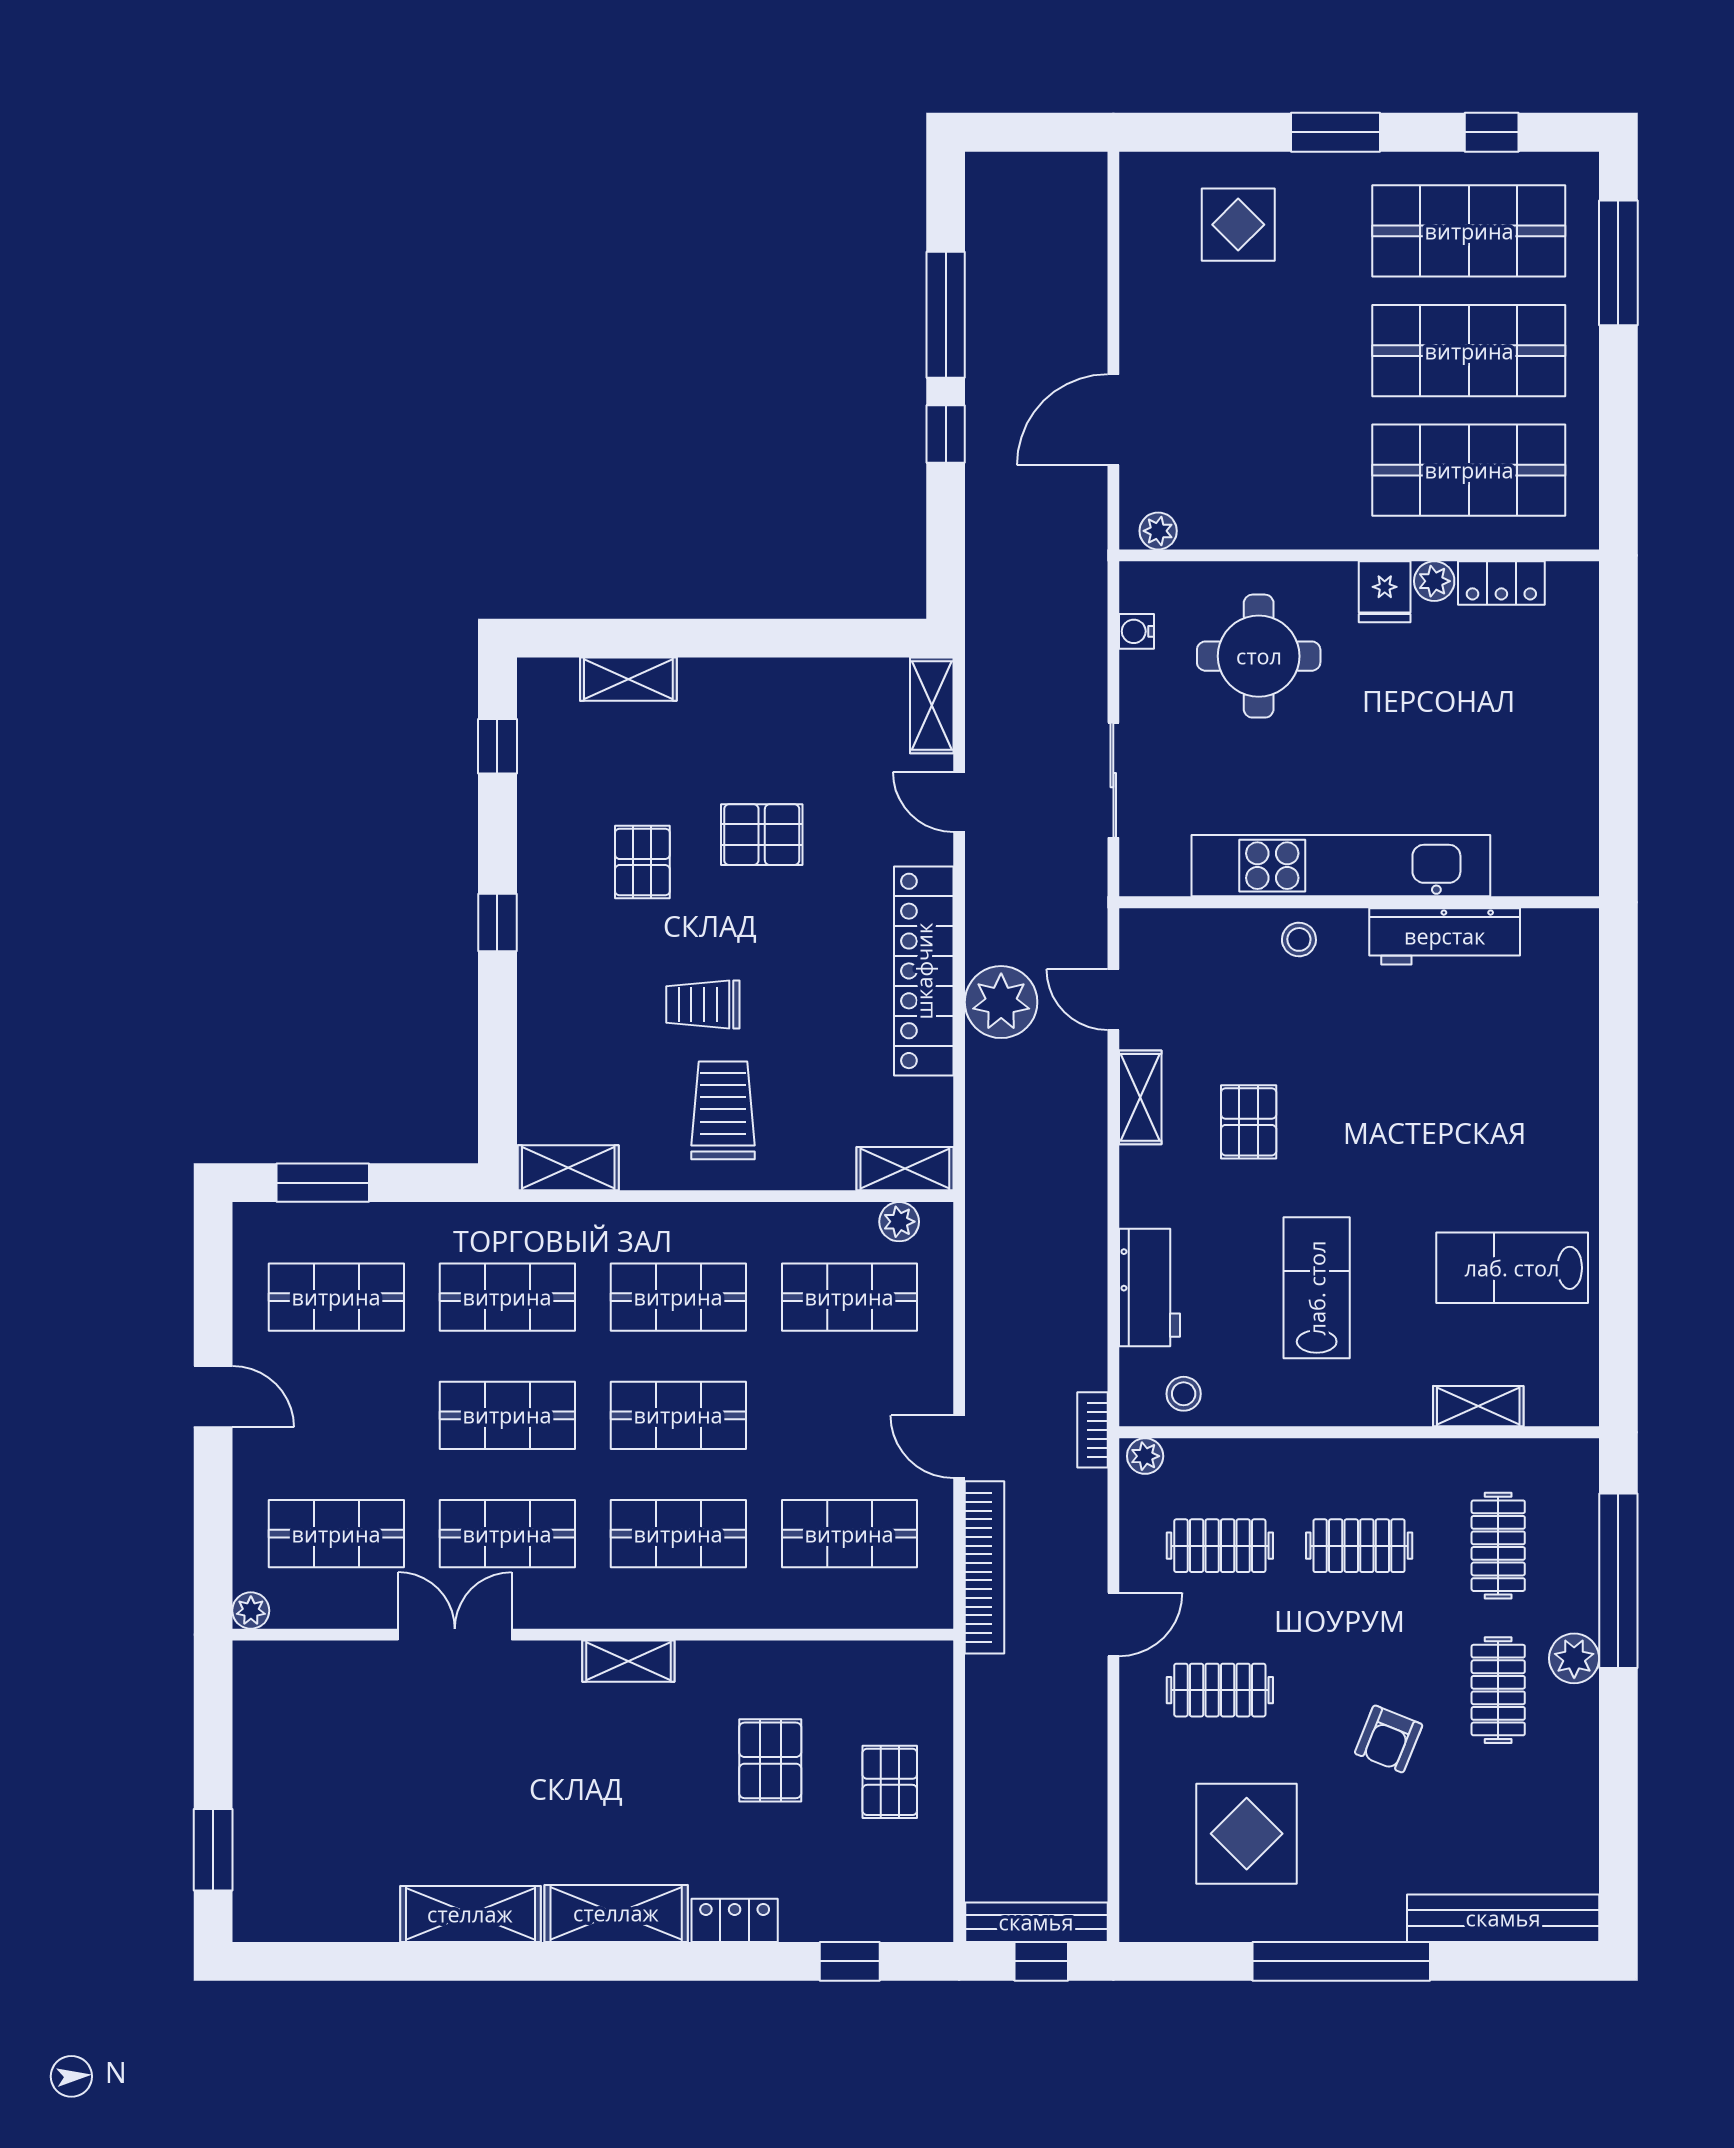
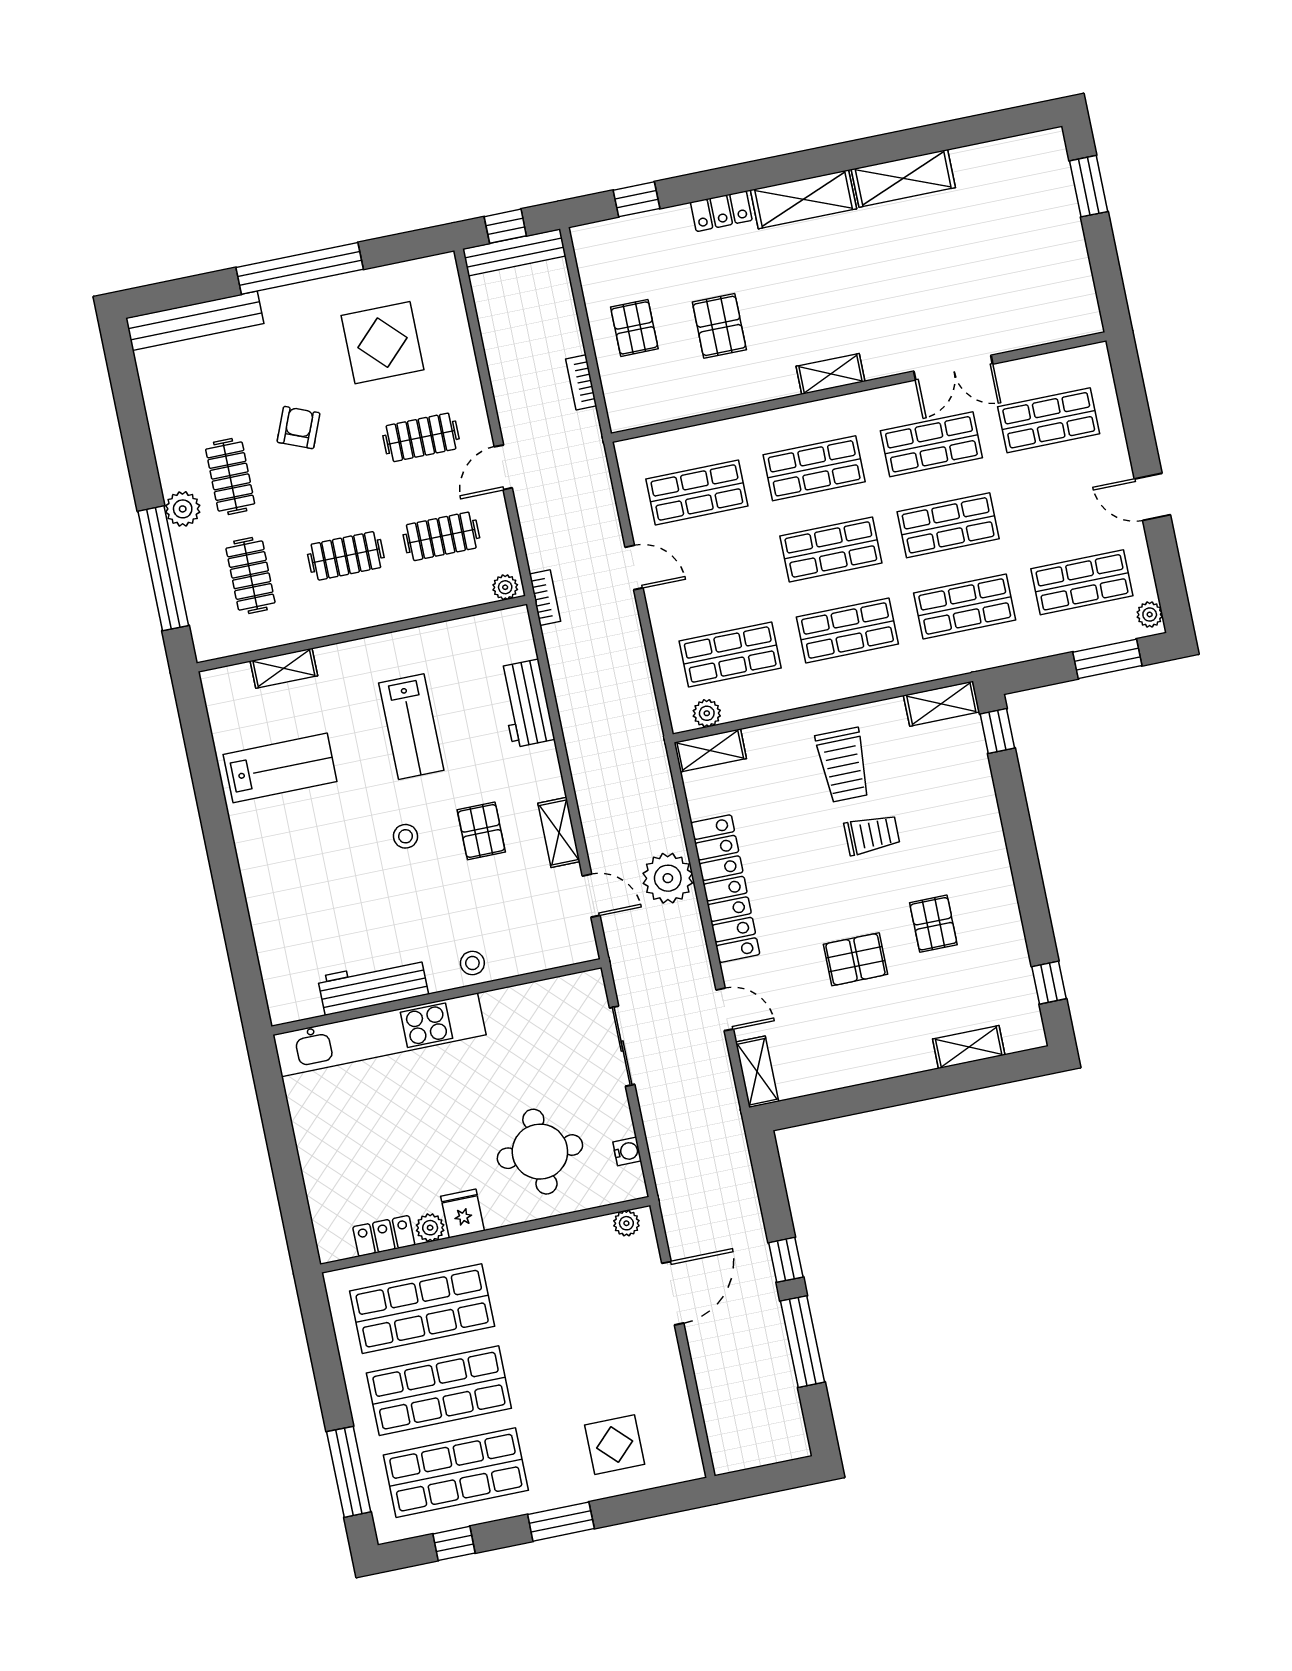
kitchen unit: (1341, 866) -> (379, 1035), moved
window: (497, 923) -> (997, 731), moved
stool: (1184, 1394) -> (406, 836), moved
bookcase: (984, 1567) -> (581, 382), moved, width x0.43, depth x0.76
plant: (251, 1611) -> (1150, 614), moved

